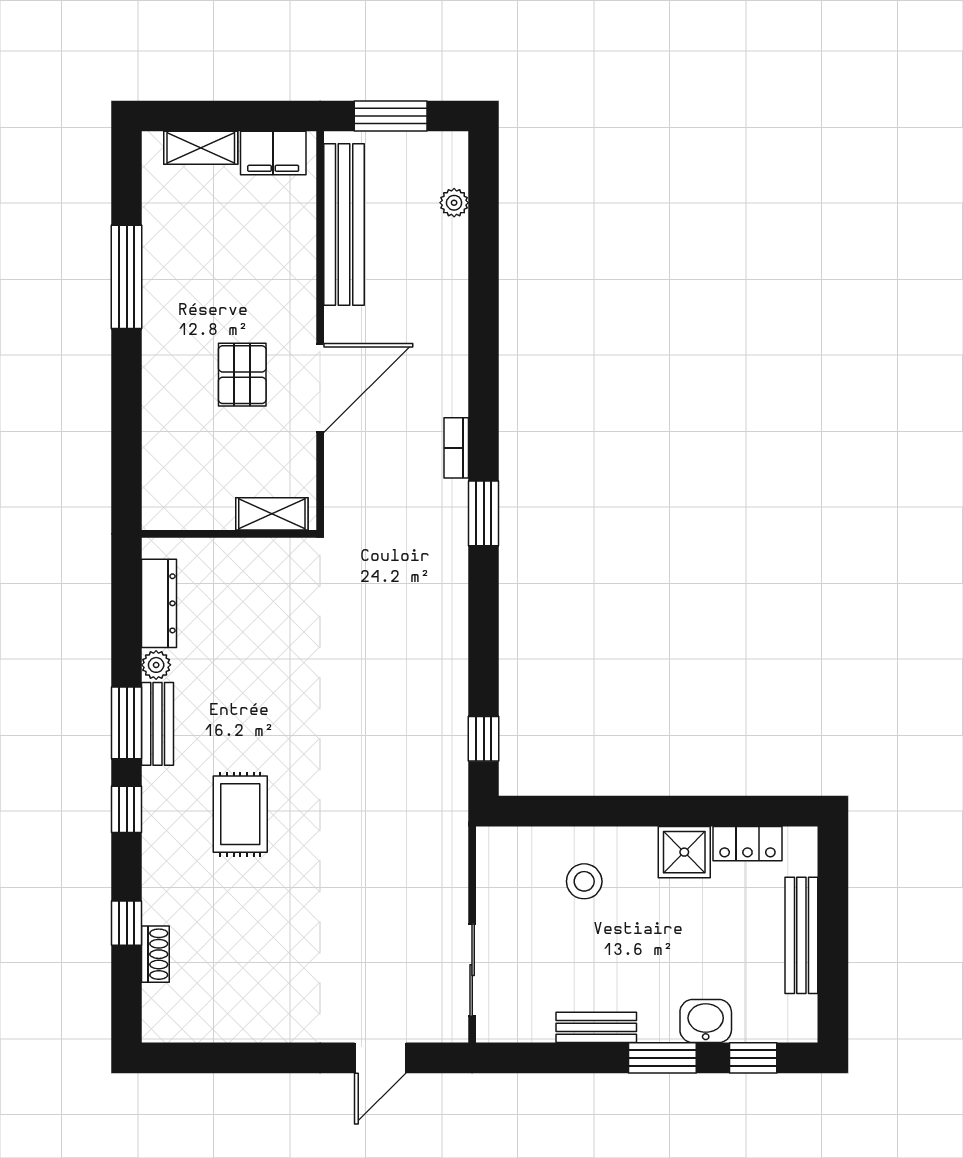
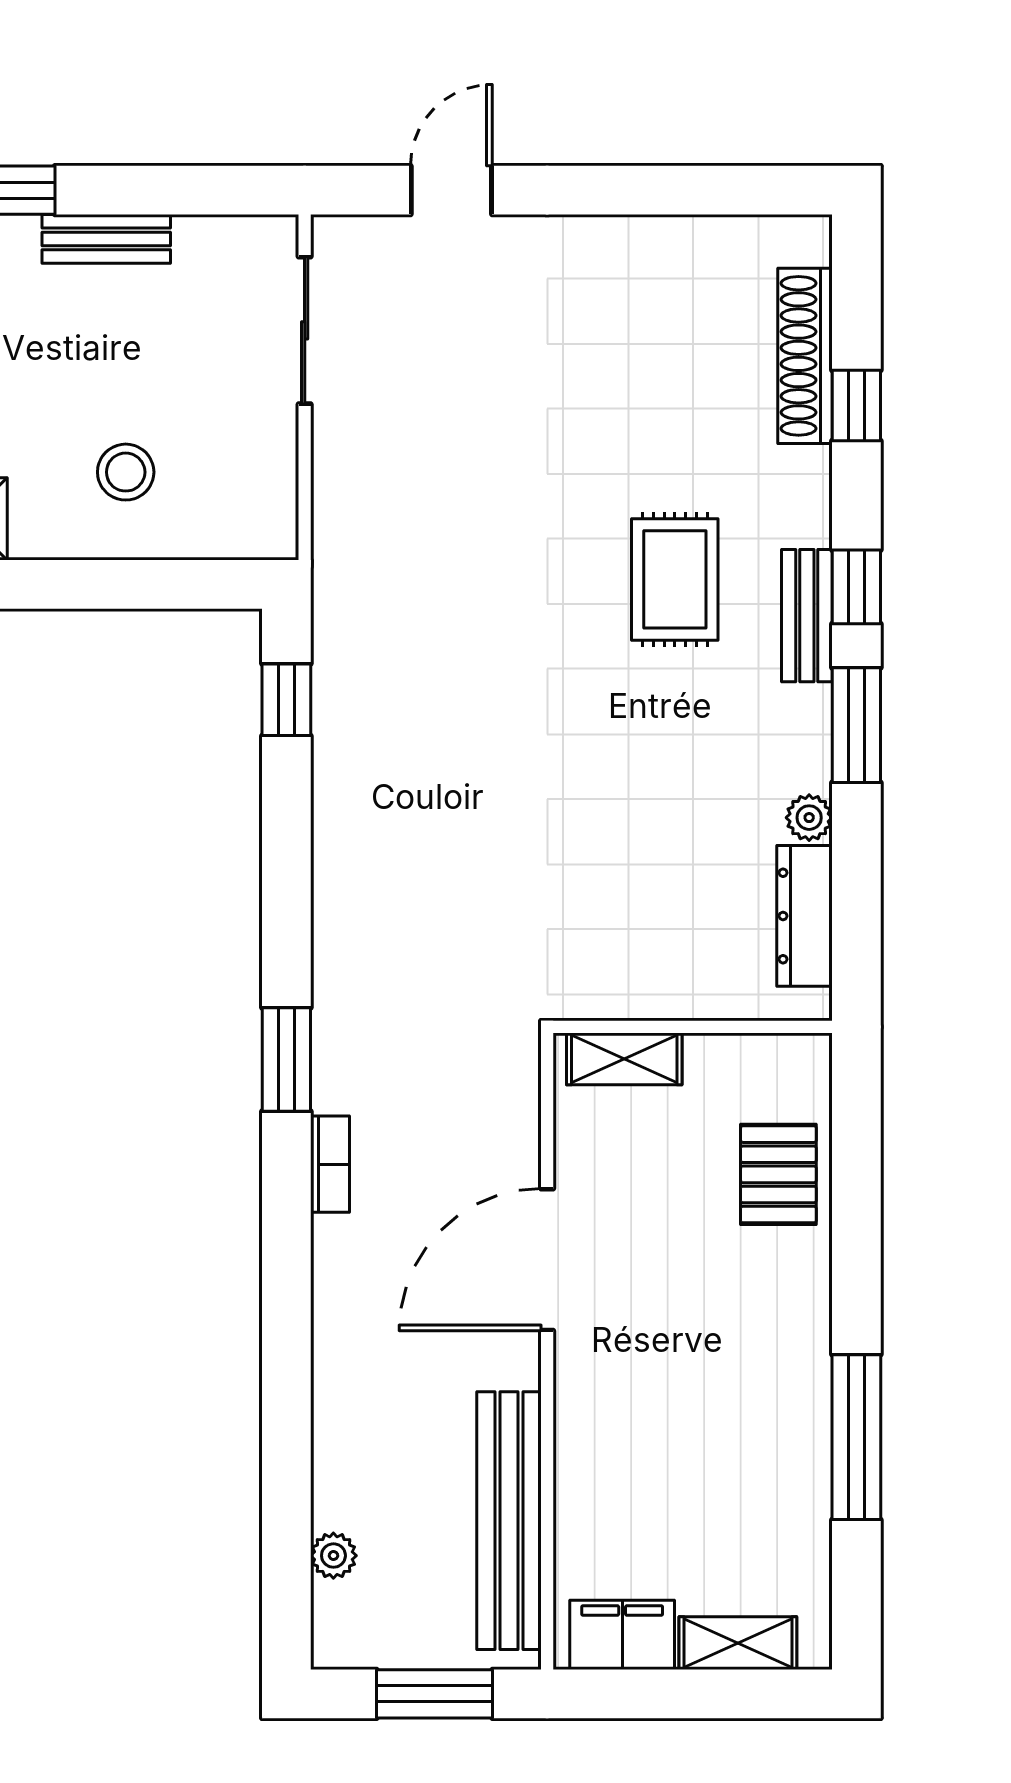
pallet: (242, 375) -> (778, 1174), moved
bench: (158, 724) -> (807, 616), moved
shoe rack: (155, 954) -> (805, 356), width x1.94, depth x1.24

